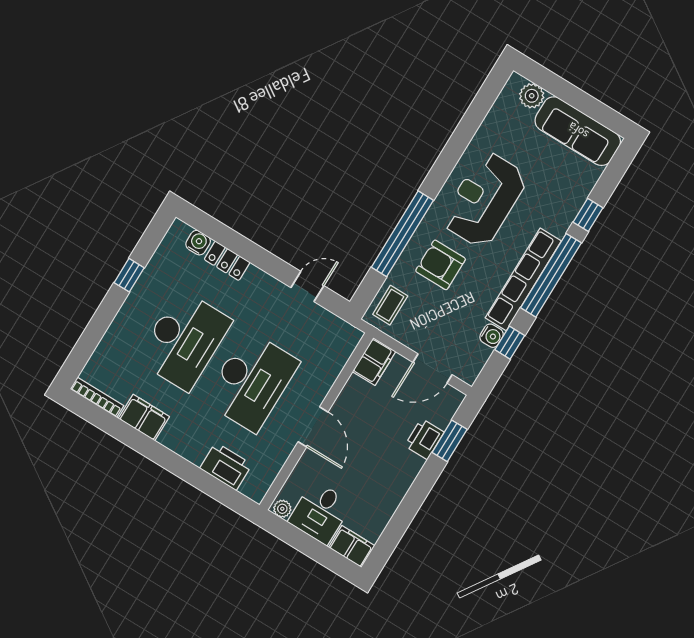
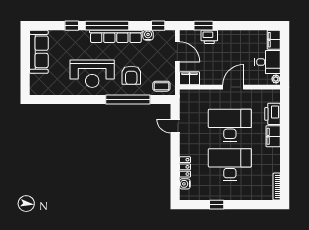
plant: (532, 96) -> (36, 81), removed
window: (510, 343) -> (158, 26), moved
filing cabinet: (144, 418) -> (273, 136), moved

